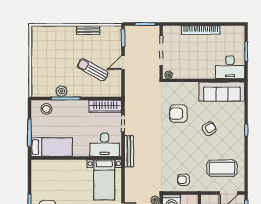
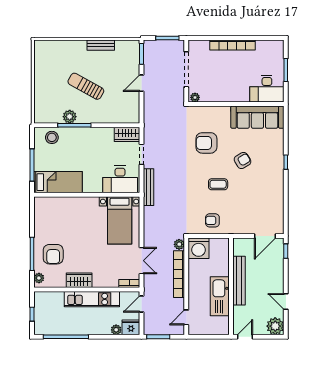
sun lounger: (93, 70) -> (86, 86), moved
wardrobe: (105, 106) -> (127, 134), width x0.67
coffee table: (222, 168) -> (218, 184), moved, width x0.54, depth x0.58

